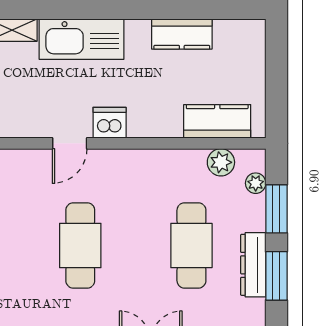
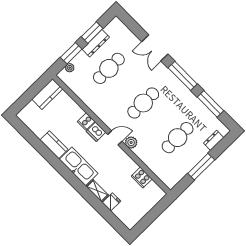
kitchen counter: (182, 34) -> (54, 145), moved
kitchen counter: (217, 121) -> (47, 94), moved, turned -90
cooker: (142, 123) -> (86, 121), added
plant: (221, 162) -> (131, 142), moved

